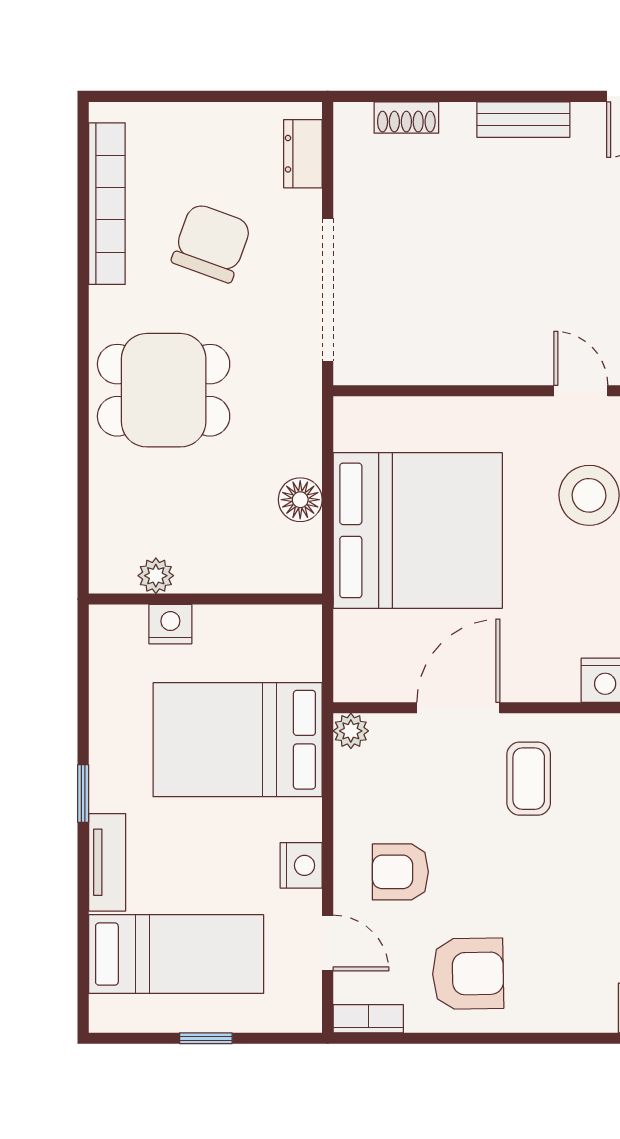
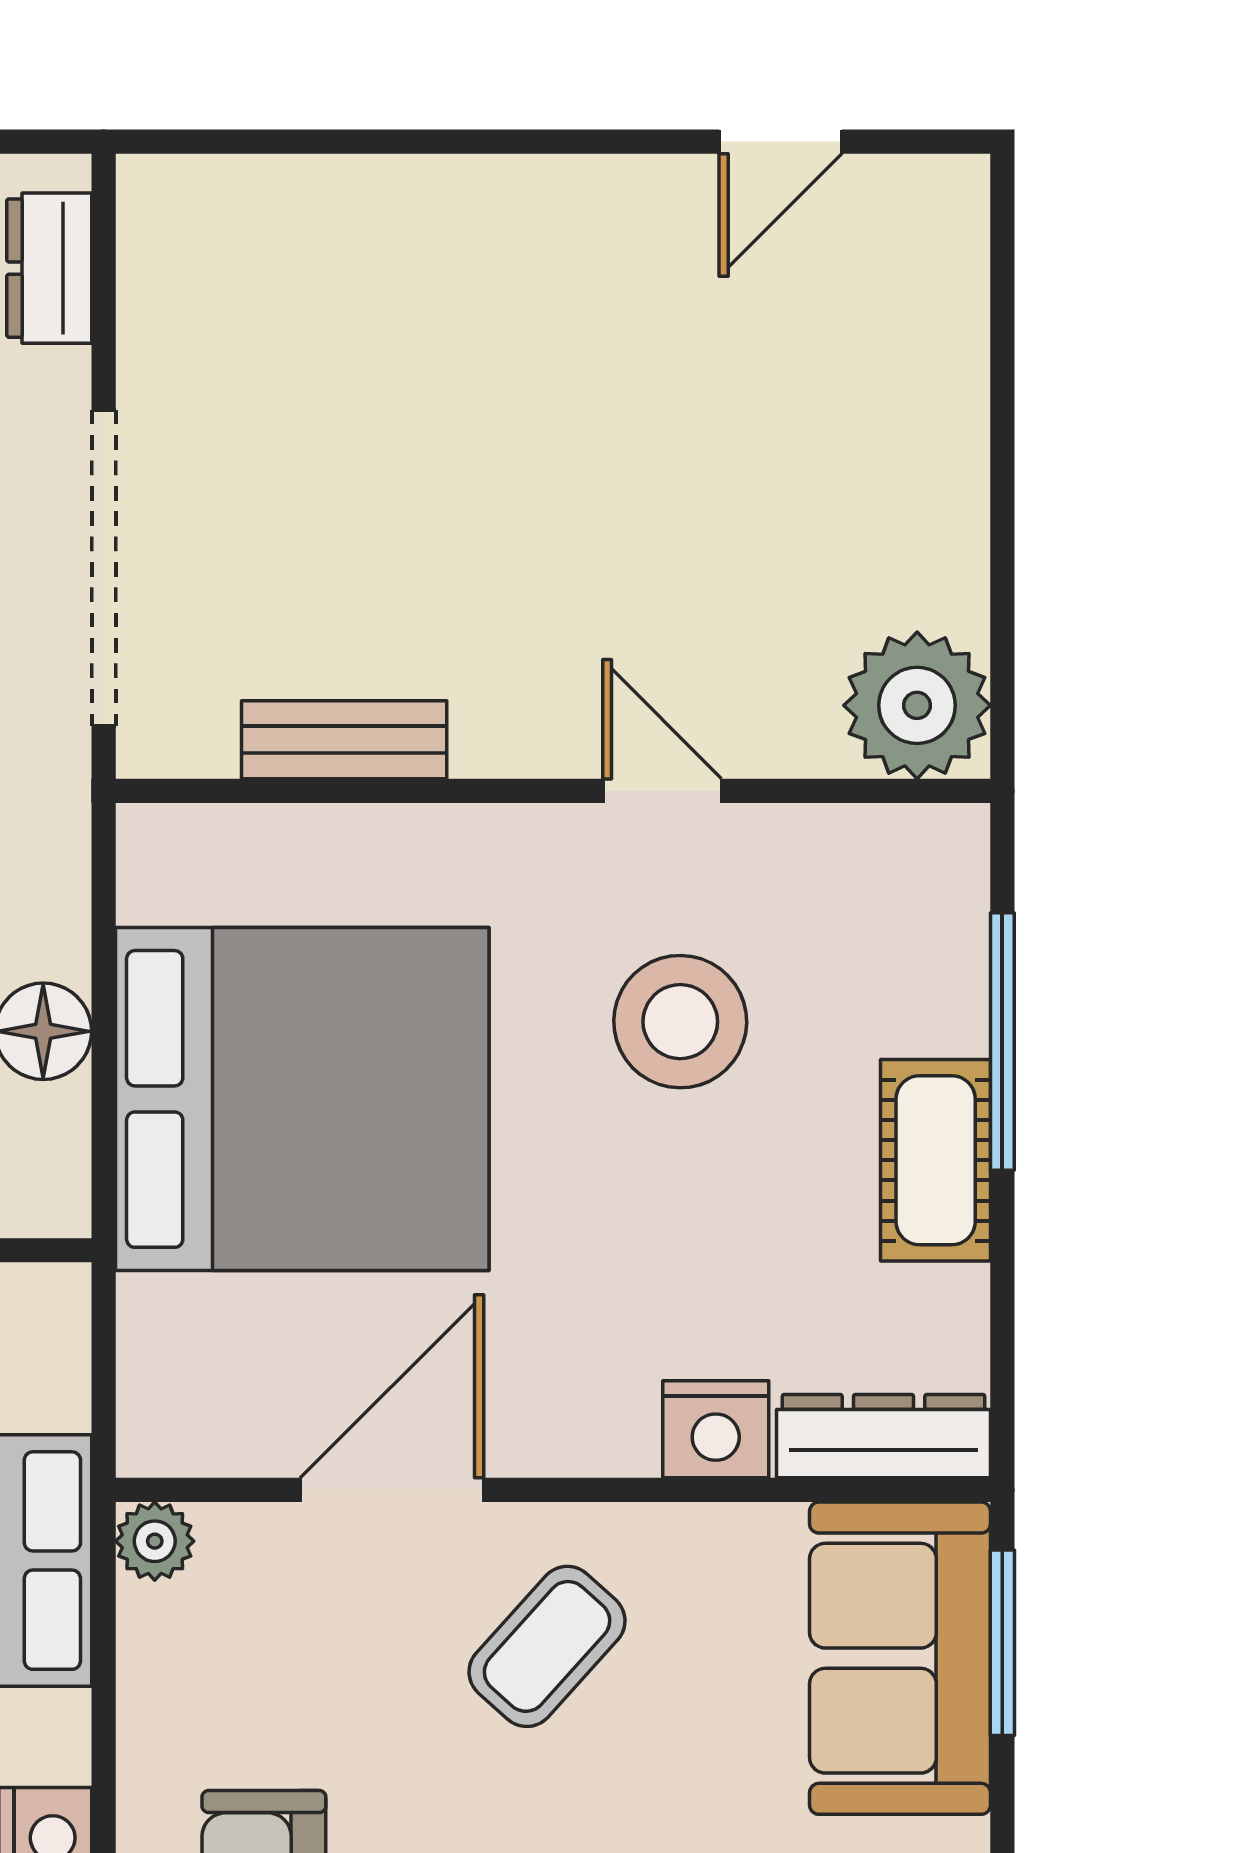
shoe rack: (406, 118) -> (277, 188), removed
bench: (523, 120) -> (344, 740), moved
coffee table: (529, 779) -> (547, 1646), turned 42

